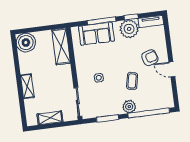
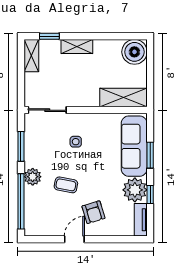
window: (102, 21) -> (150, 155), width x0.69
sofa: (96, 34) -> (134, 146), width x1.36
window: (22, 108) -> (49, 36), added
shelving: (50, 118) -> (31, 56), moved

